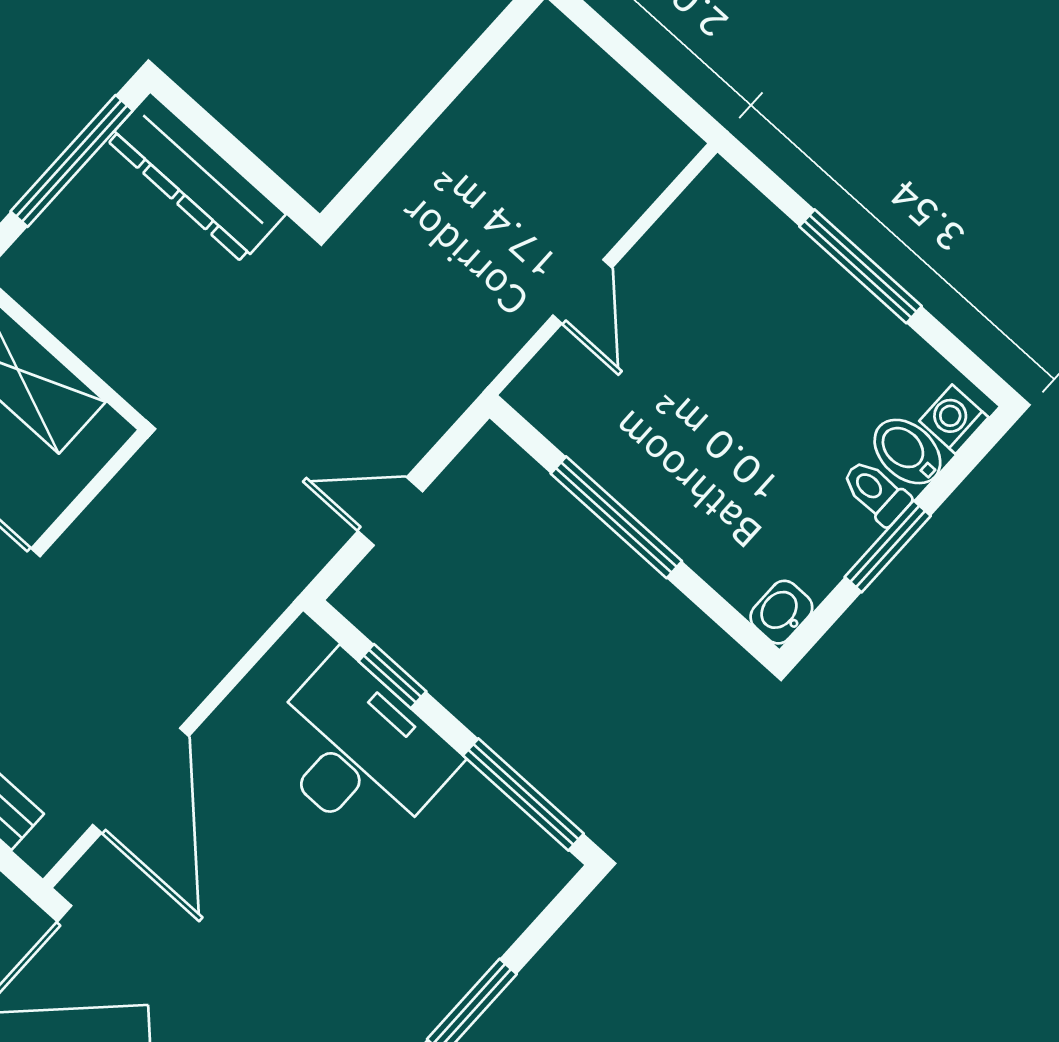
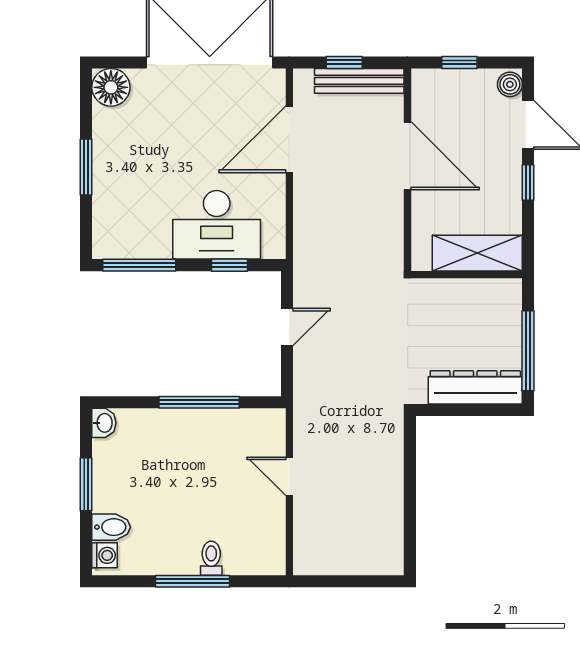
toilet: (876, 492) -> (211, 558), moved, turned -90
door: (141, 781) -> (289, 139), hinge flipped

